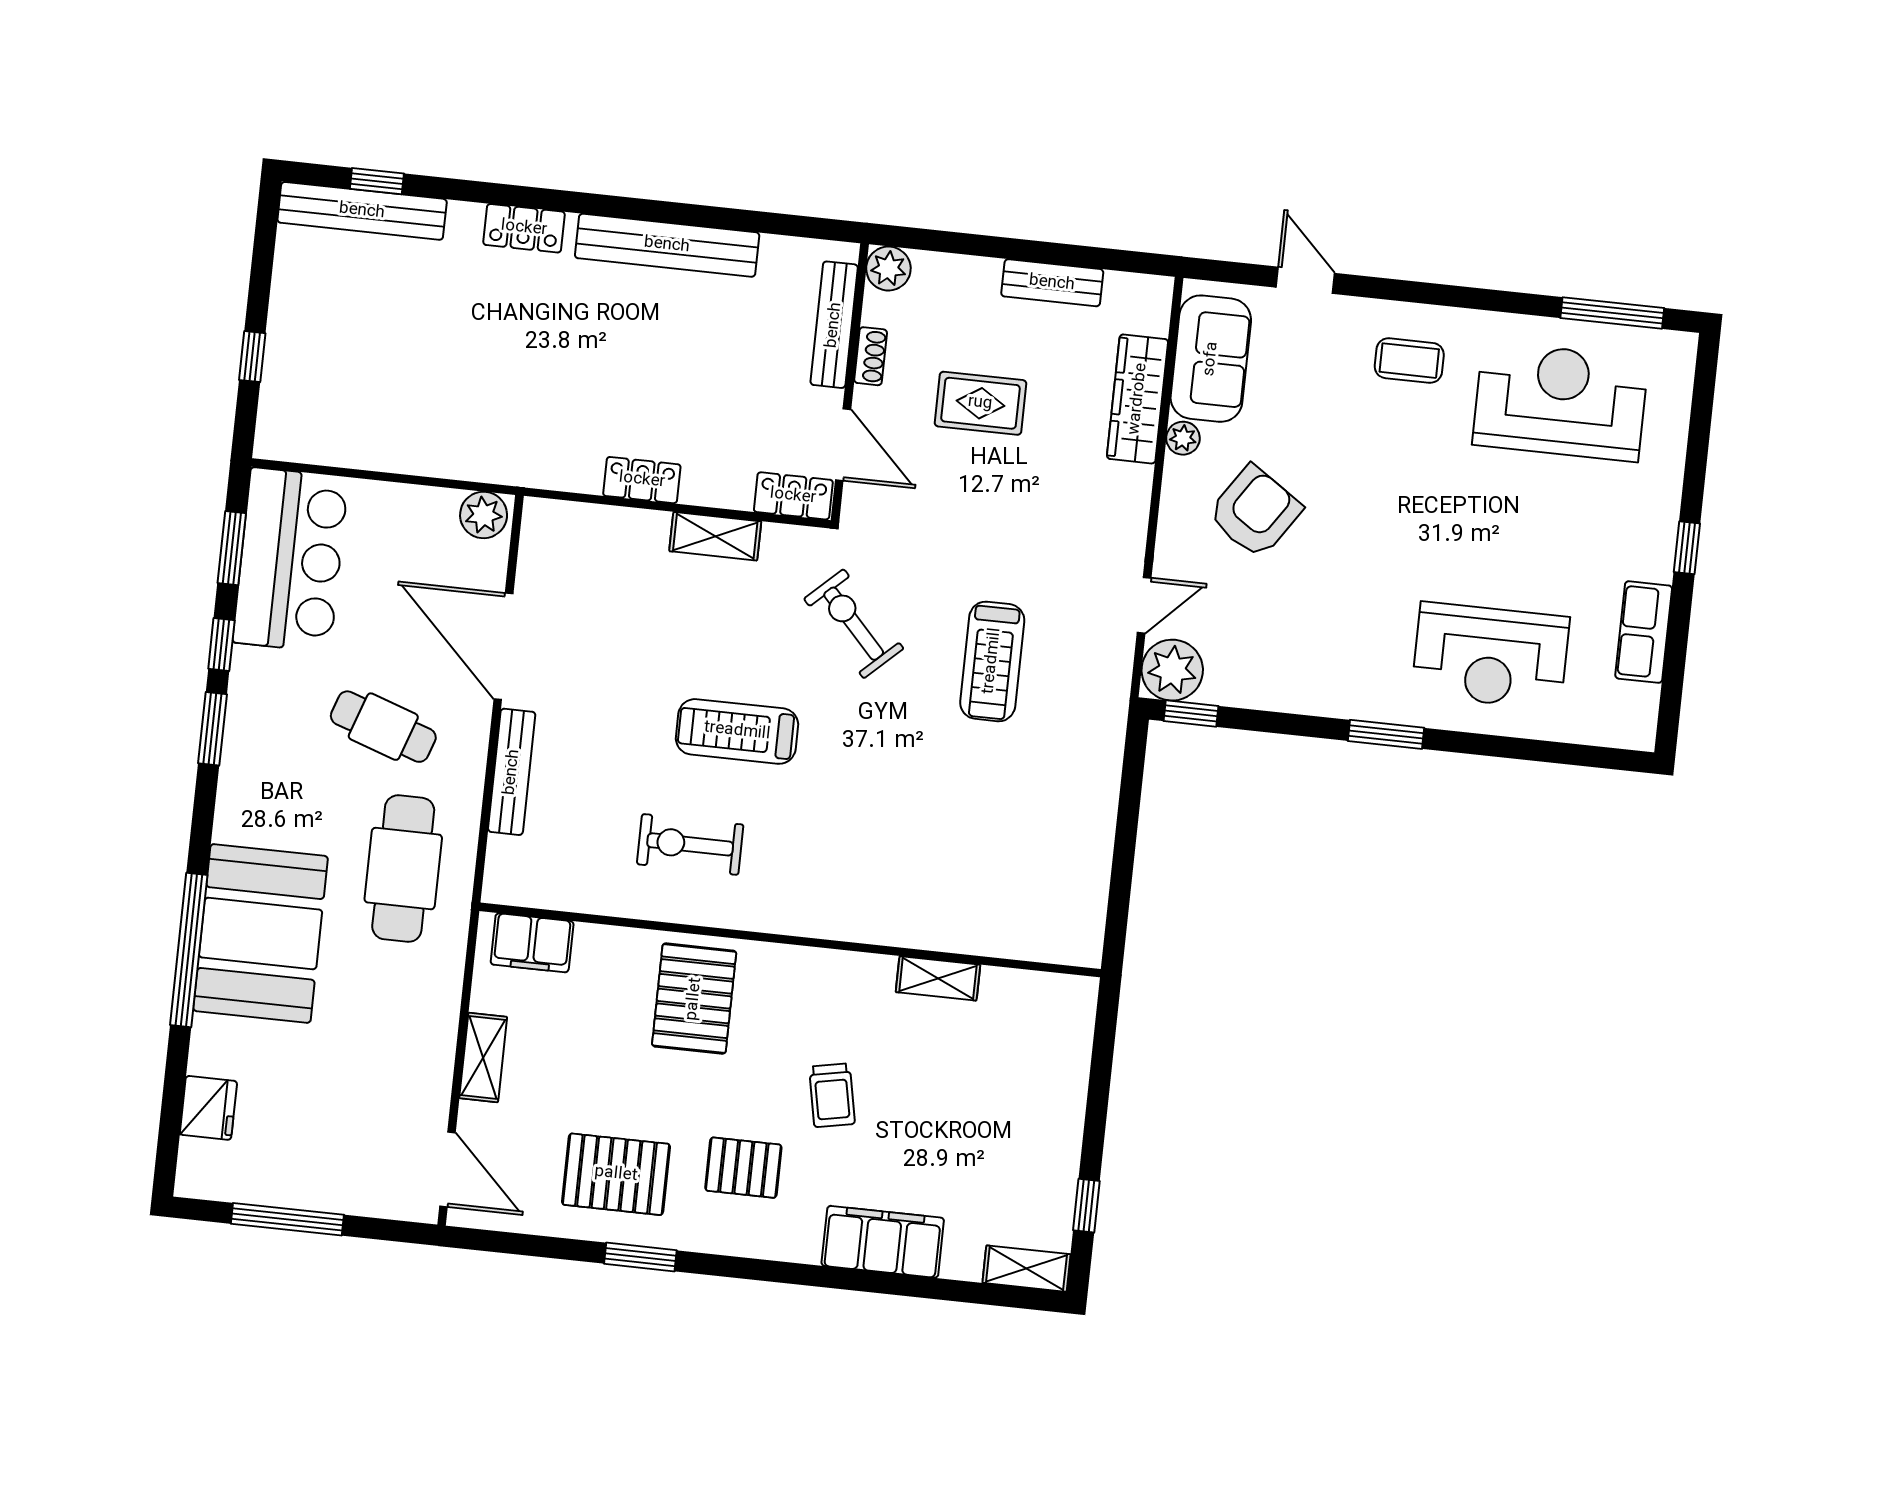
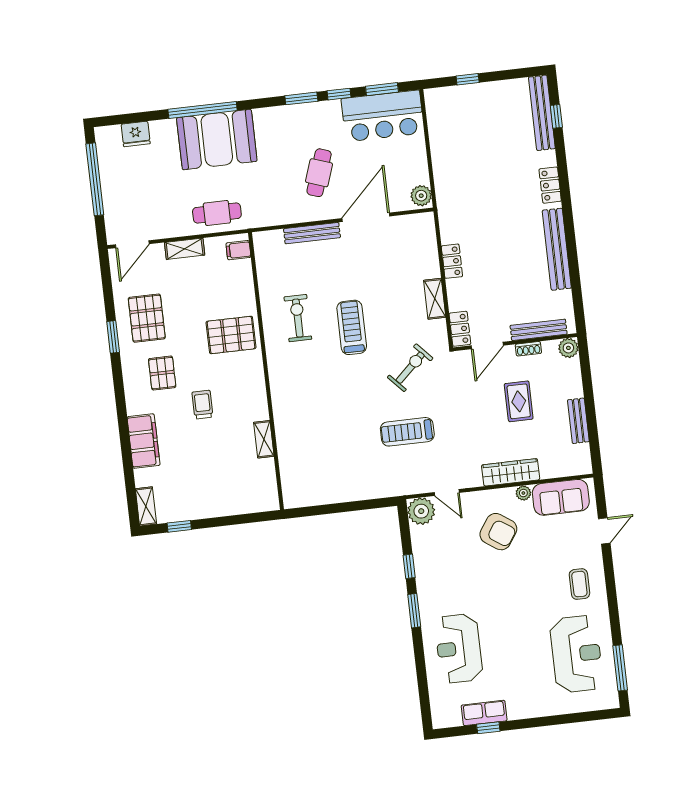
wardrobe: (1138, 399) -> (511, 472), moved
window: (1687, 548) -> (488, 728), moved
window: (1191, 713) -> (409, 566), moved
cafe table: (403, 869) -> (217, 213), moved, width x0.73, depth x0.74
filing cabinet: (532, 943) -> (238, 250), width x0.50
trolley: (832, 1095) -> (202, 405), turned 101
window: (287, 1219) -> (95, 179), width x1.46

